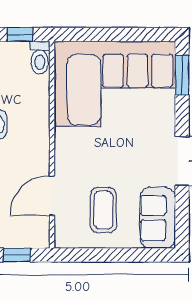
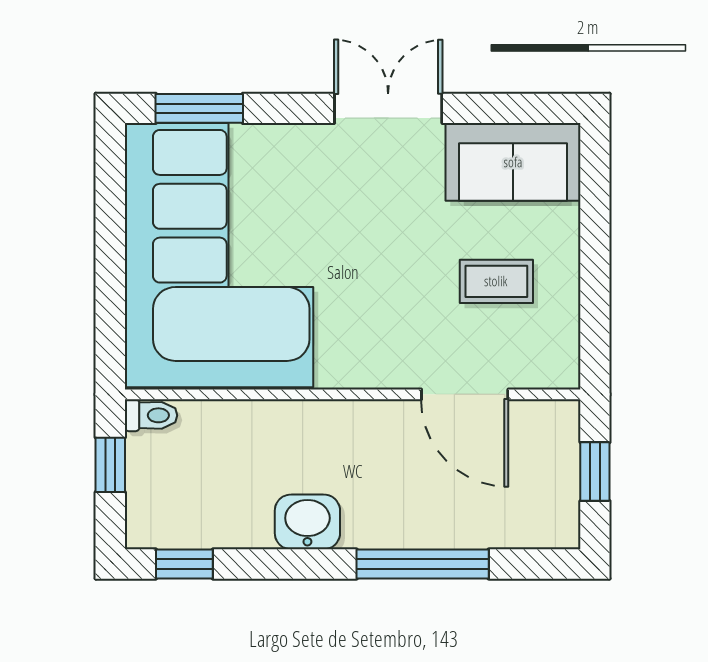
toilet: (40, 58) -> (151, 415), width x0.73, depth x0.72
coffee table: (103, 210) -> (496, 281), width x0.73, depth x0.77

